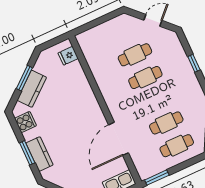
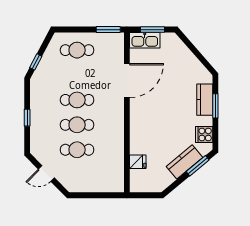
fridge: (68, 56) -> (138, 162), moved
window: (24, 78) -> (198, 166), moved
cafe table: (166, 123) -> (77, 100), moved

